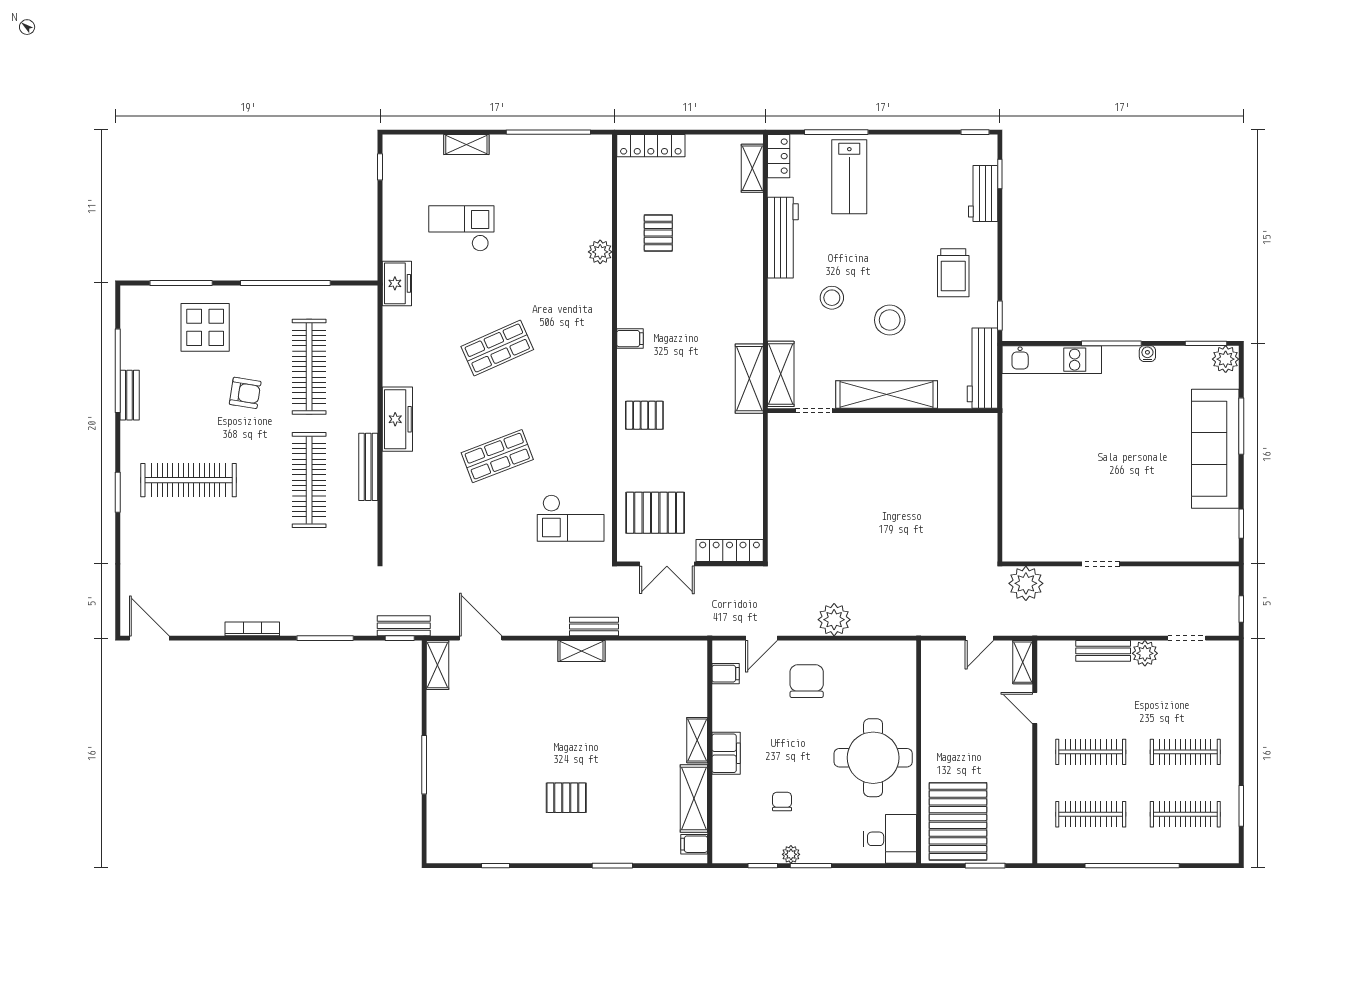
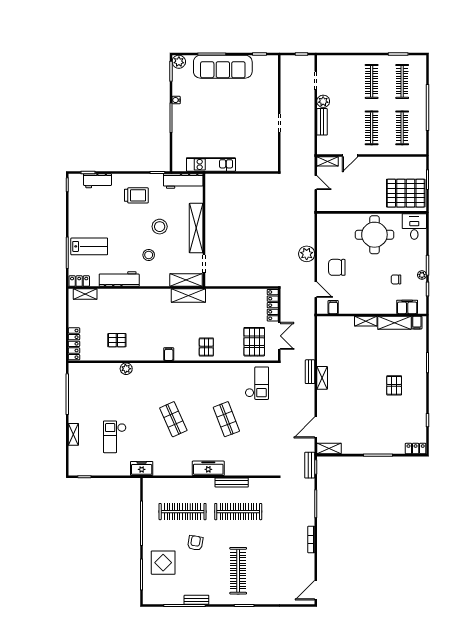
kitchen unit: (1052, 360) -> (211, 164), moved, turned -90
plant: (1026, 583) -> (289, 160), removed
filing cabinet: (726, 753) -> (407, 307), moved
locker: (438, 841) -> (416, 449), added

